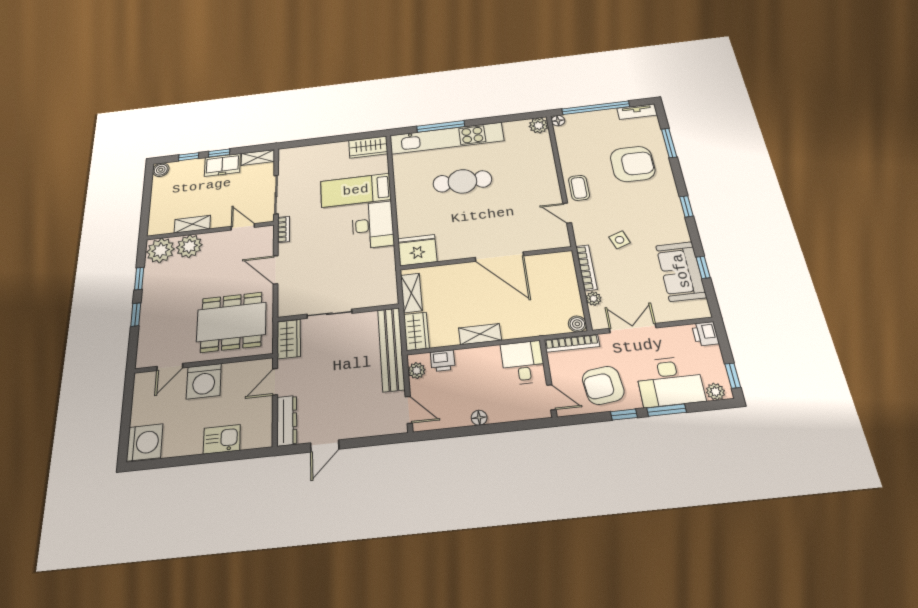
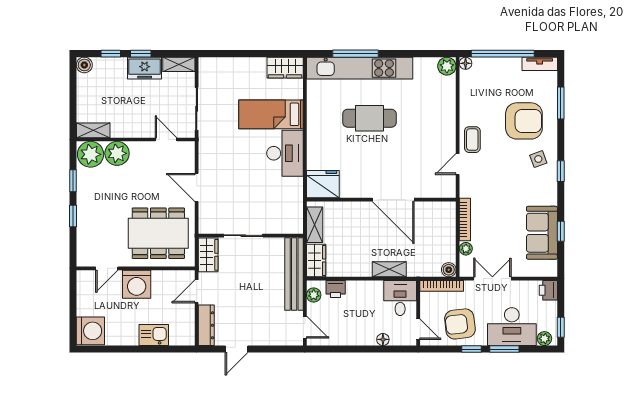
door: (567, 213) -> (458, 164), hinge flipped
shelving: (192, 224) -> (93, 130), moved
bookcase: (284, 229) -> (204, 147), removed
side table: (620, 240) -> (538, 159), moved
shelving: (480, 334) -> (389, 269), moved
floor lamp: (479, 418) -> (383, 339), moved

